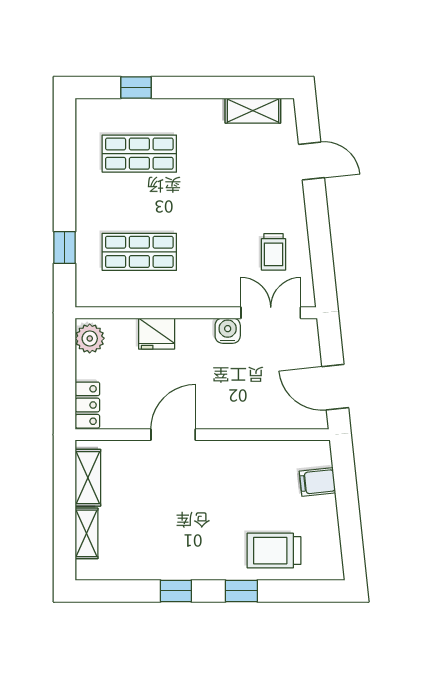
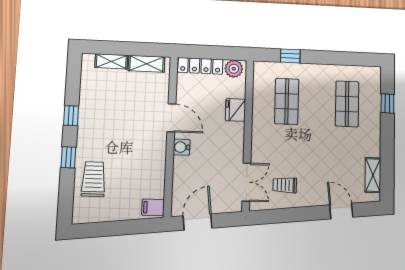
door: (311, 161) -> (341, 211), swing flipped
water cooler: (228, 331) -> (182, 147), moved, turned 180
locker: (87, 405) -> (200, 66), width x1.53
filing cabinet: (317, 482) -> (153, 207), moved, turned -84

